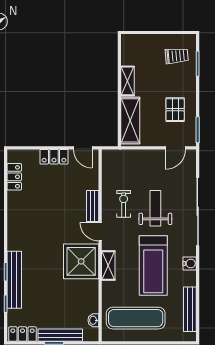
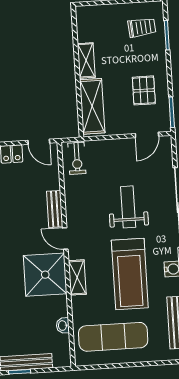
exercise bike: (124, 204) -> (77, 158), moved, turned 180
washbasin: (93, 320) -> (63, 326), moved

